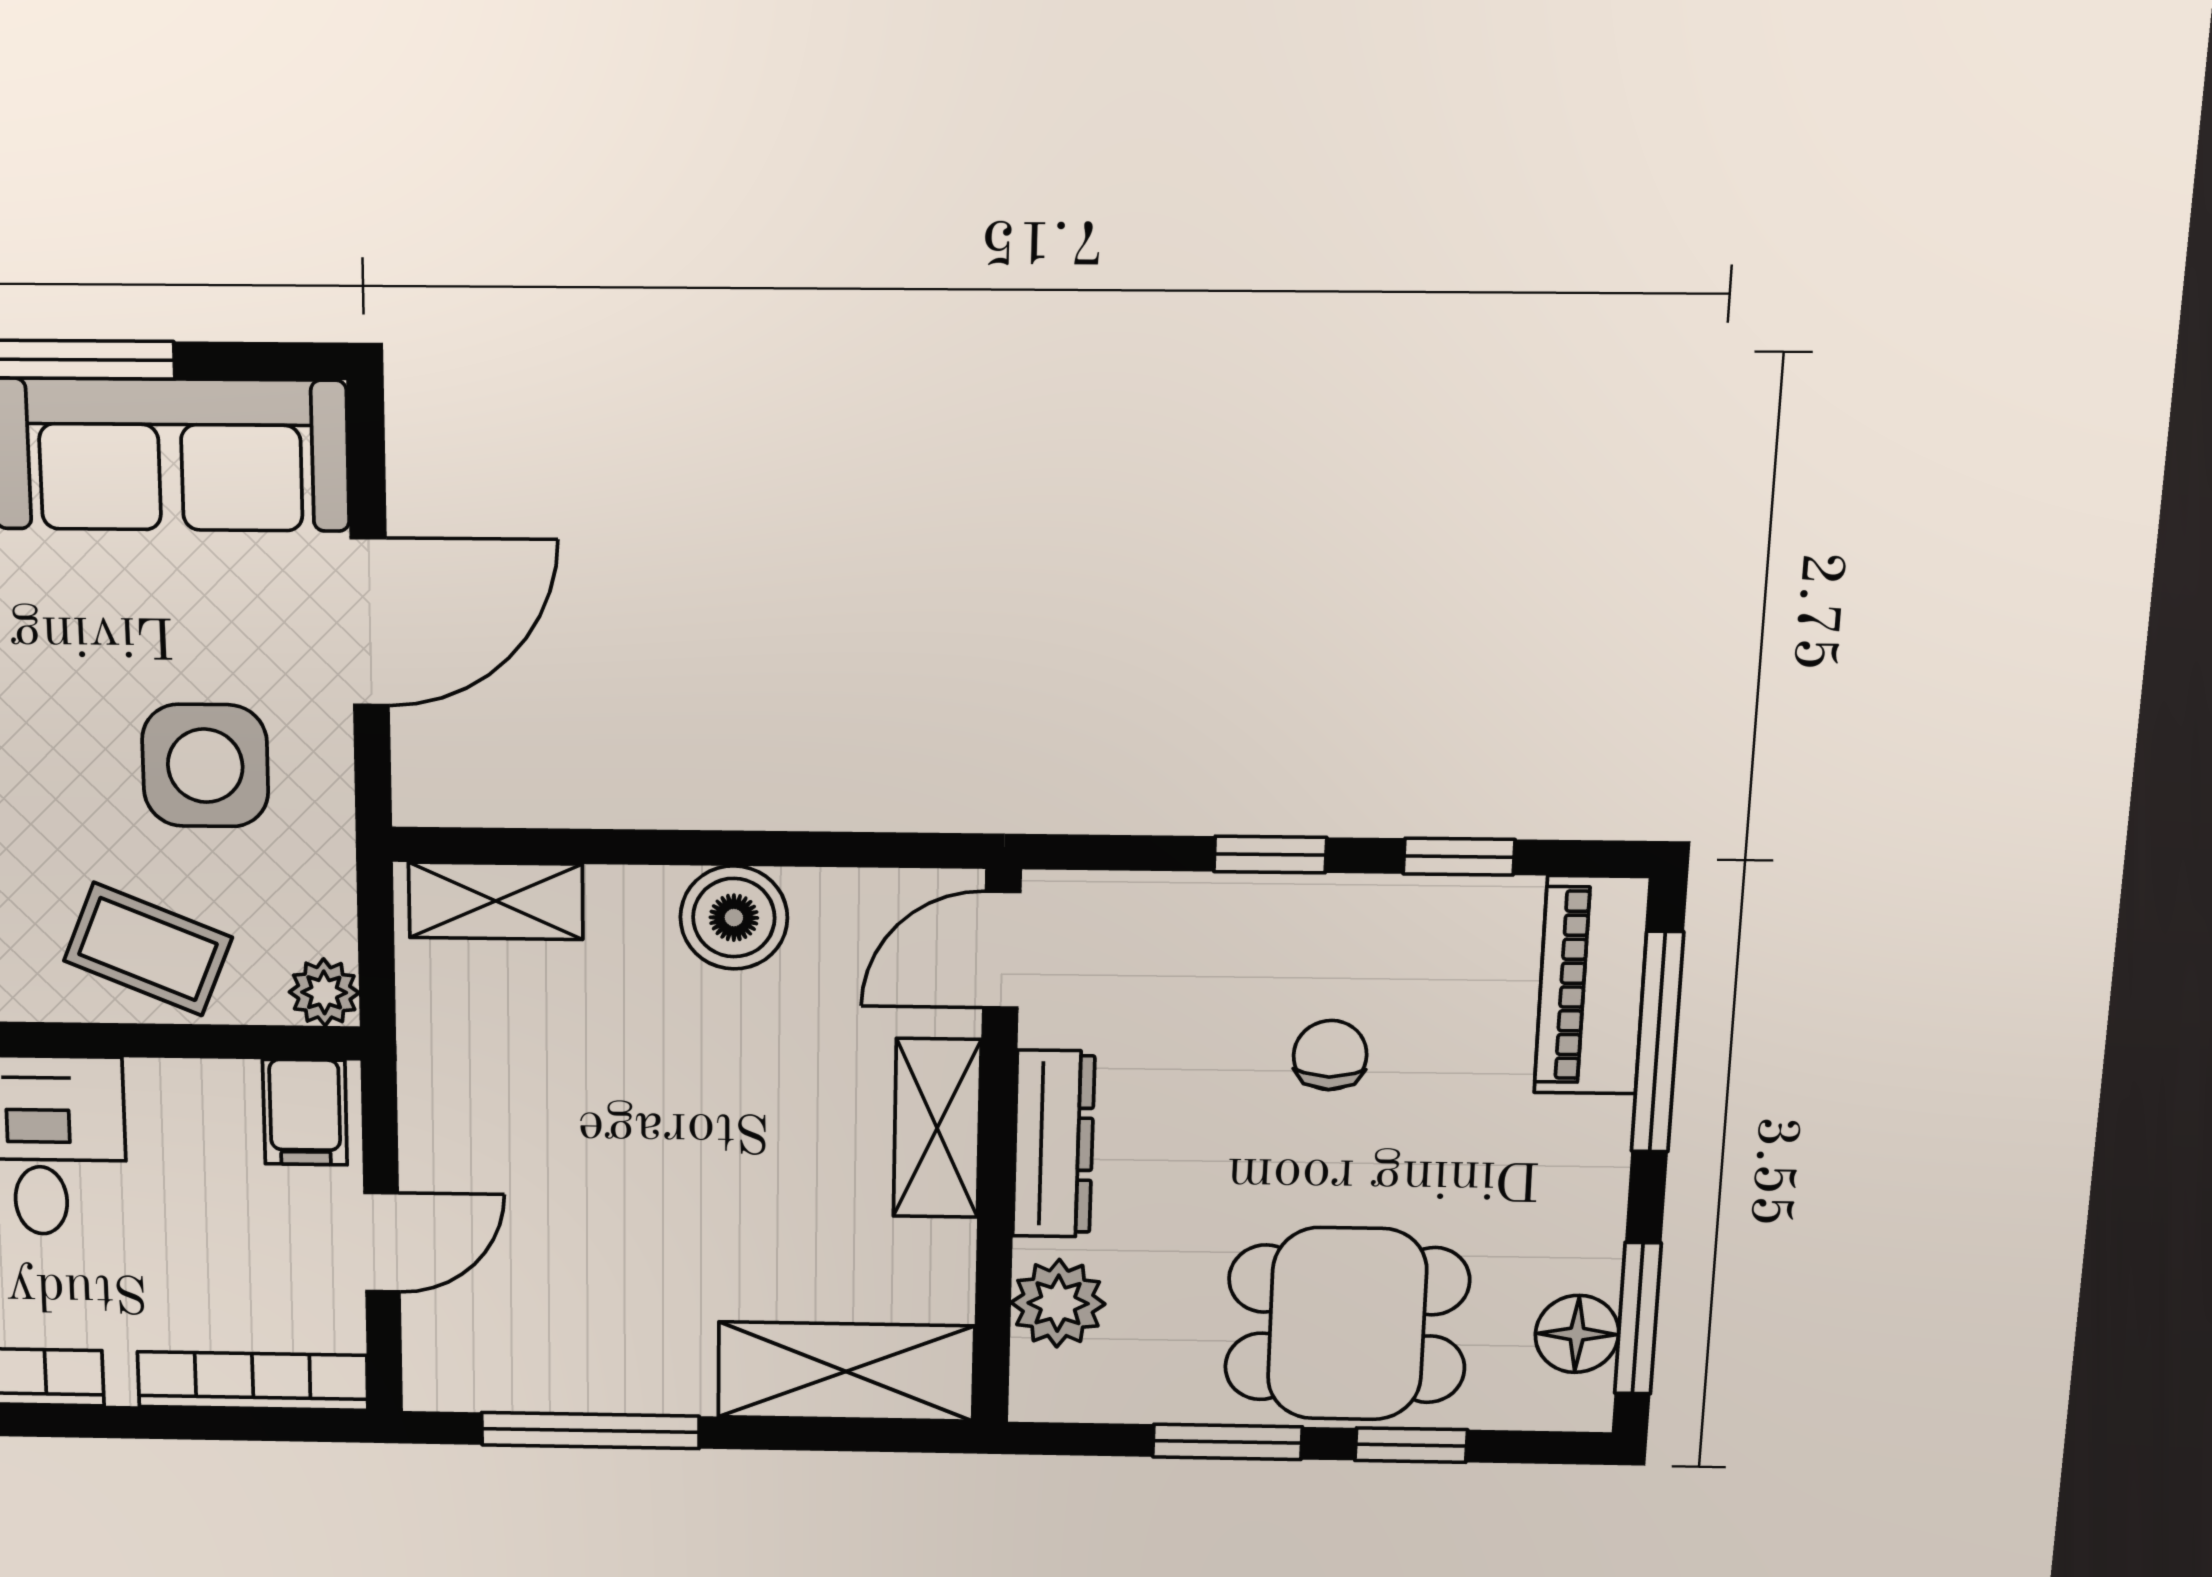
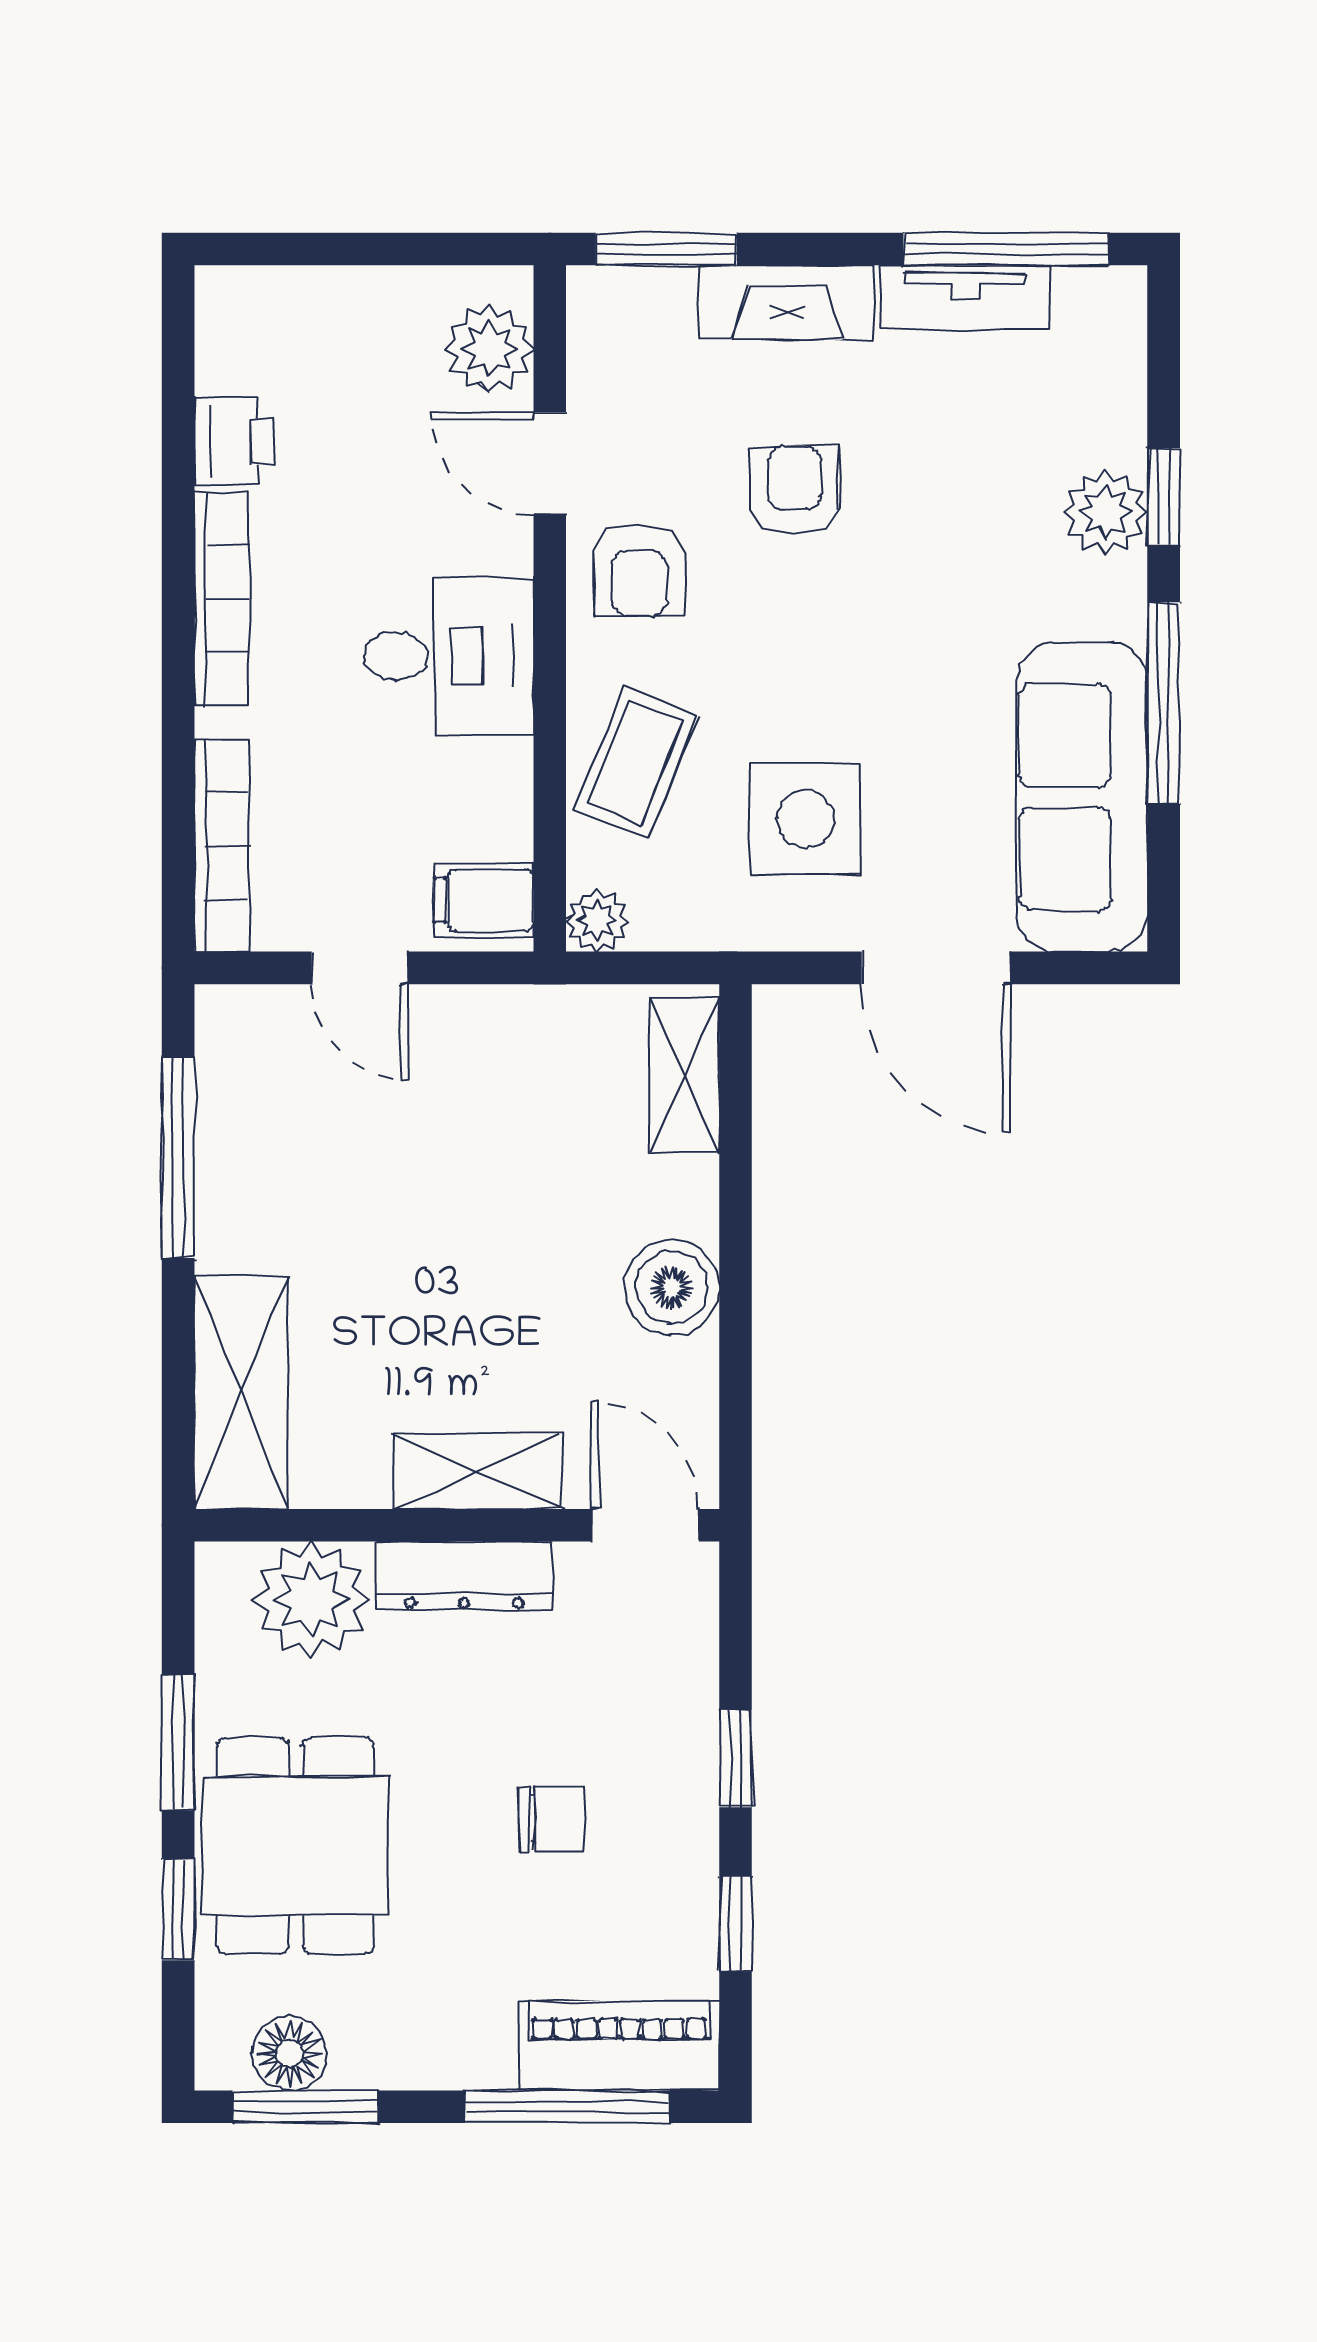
plant: (1058, 1303) -> (311, 1600), width x1.36, depth x1.36

